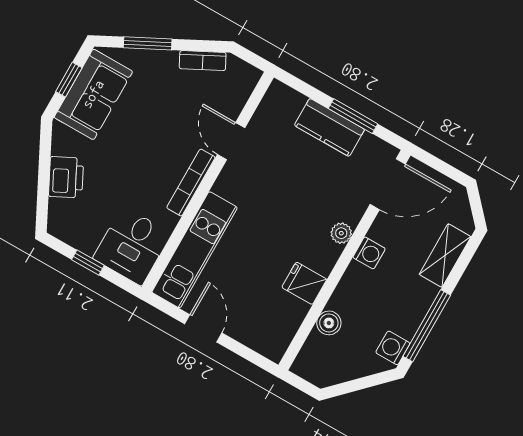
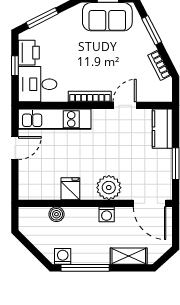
kitchen counter: (329, 127) -> (162, 129), moved
printer: (66, 177) -> (29, 53), moved, turned -63
window: (43, 187) -> (42, 18), added
plant: (341, 233) -> (109, 188), width x1.87, depth x1.87

